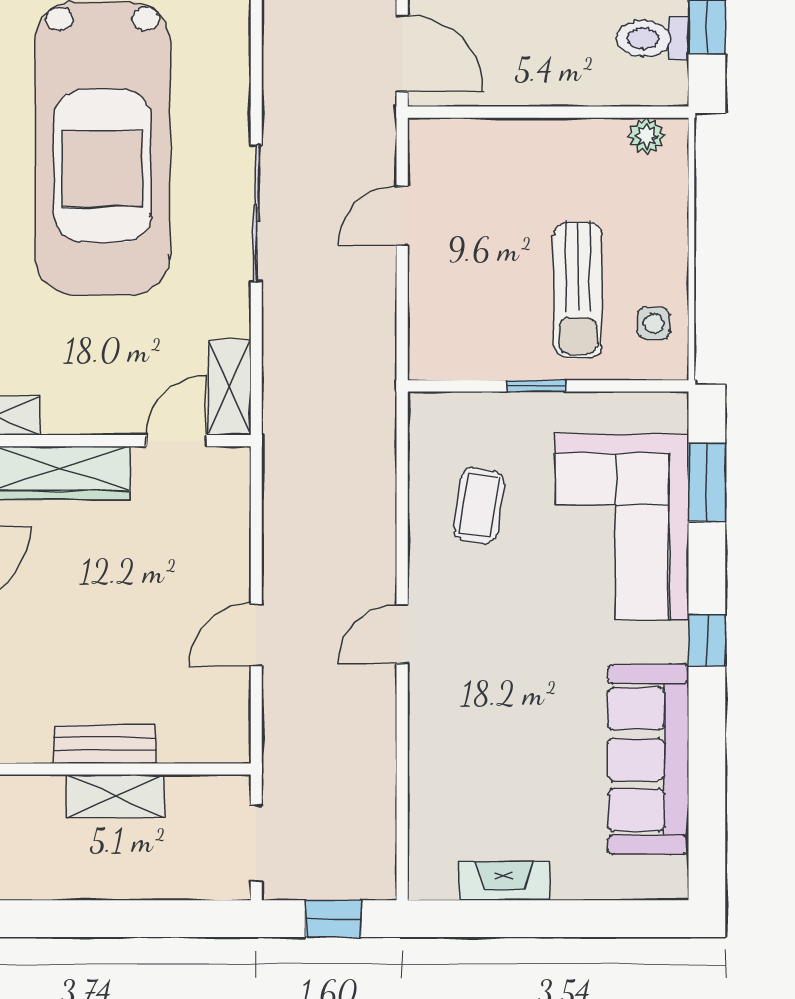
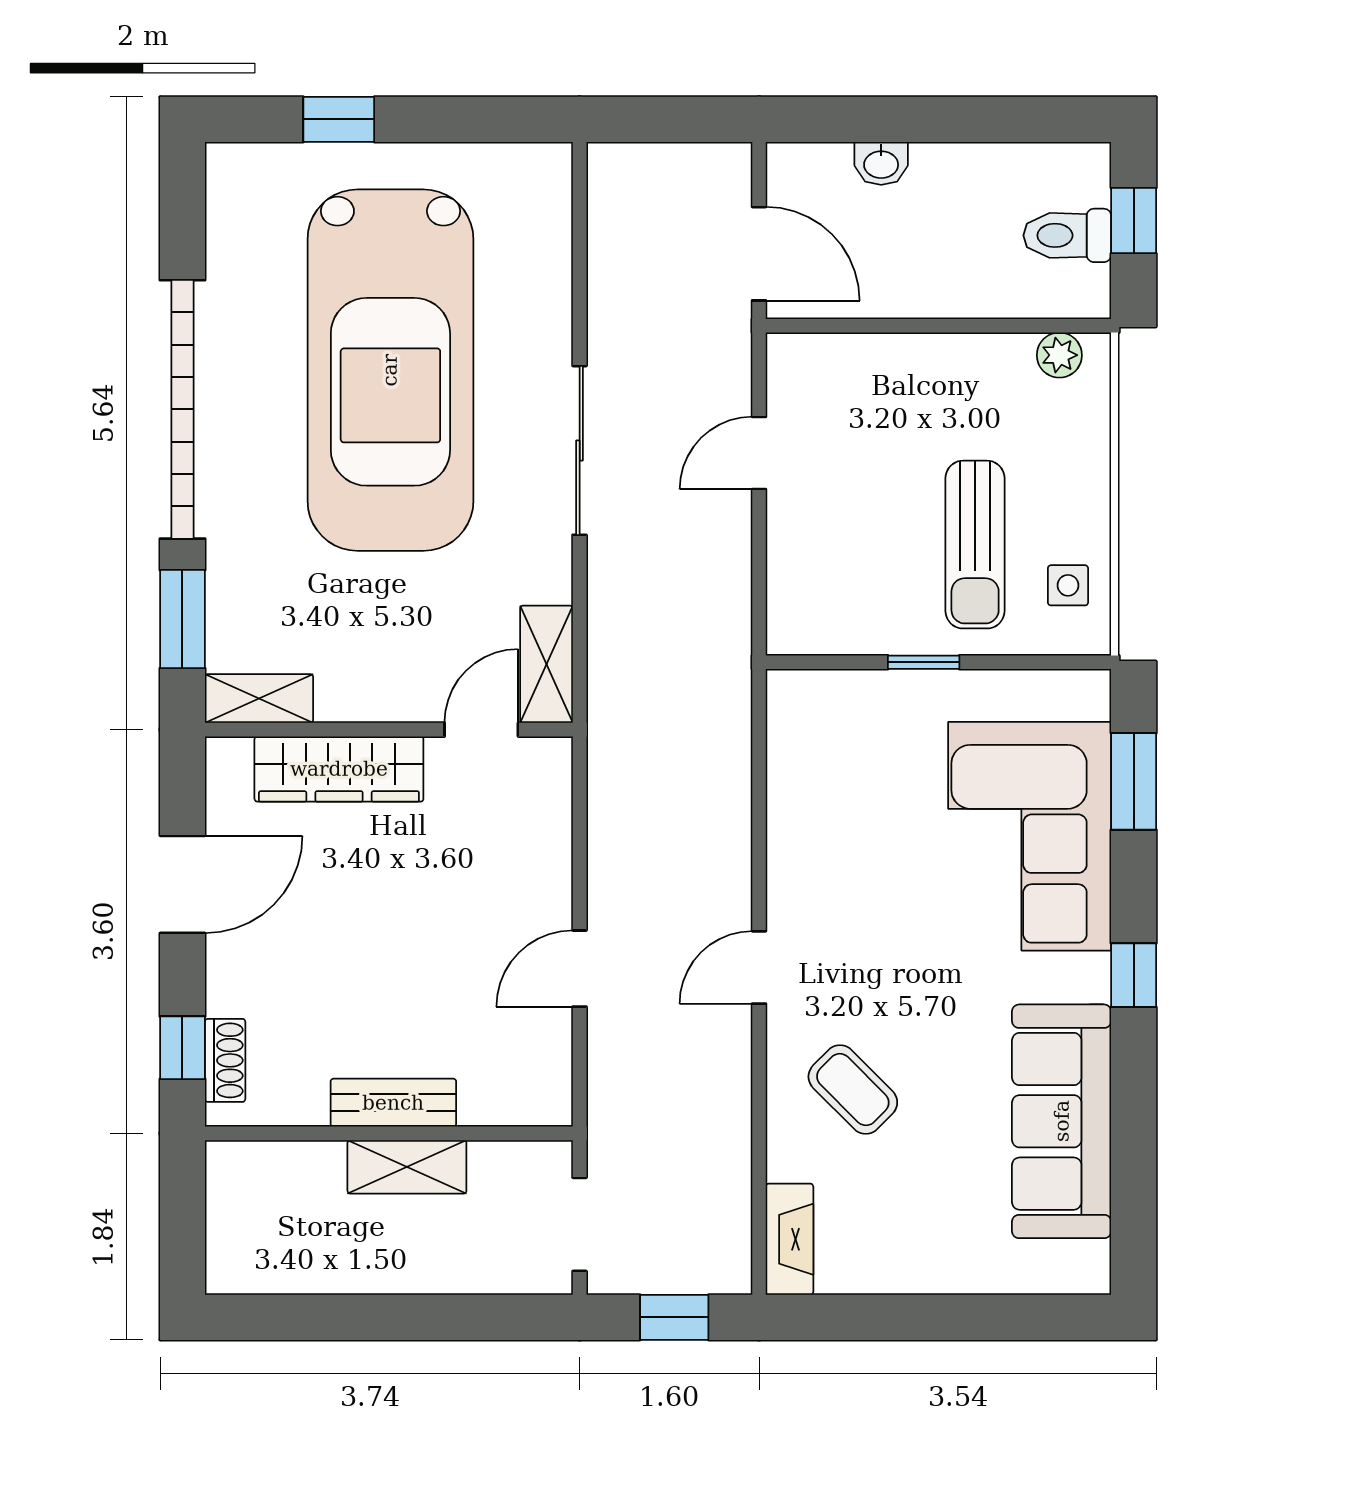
coffee table: (479, 506) -> (853, 1090), moved, turned -53
fireplace: (504, 881) -> (790, 1239), moved, turned 90

